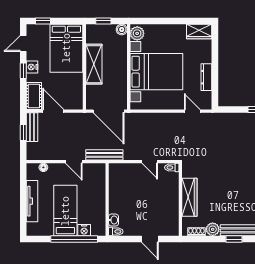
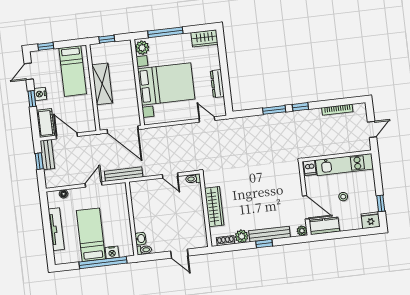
window: (162, 21) -> (165, 32), added
boiler: (122, 29) -> (126, 46), removed
bed: (66, 48) -> (73, 71), width x0.67
door: (74, 162) -> (94, 184), swing flipped

